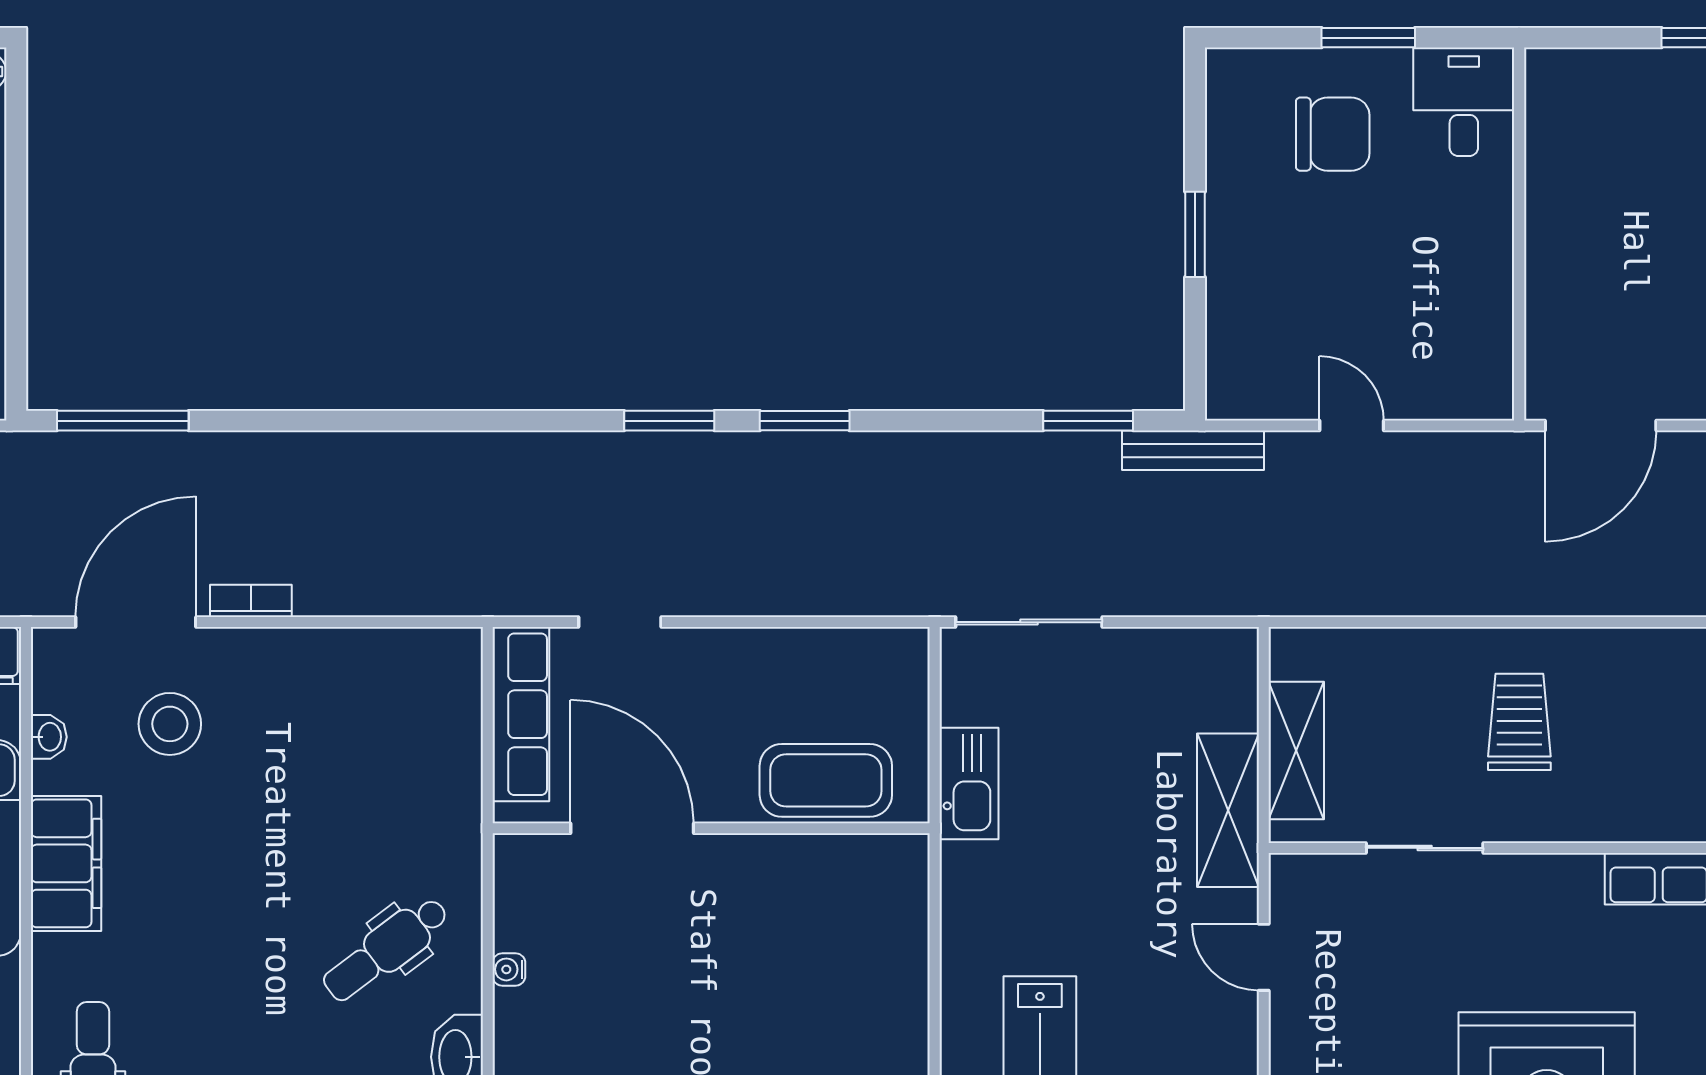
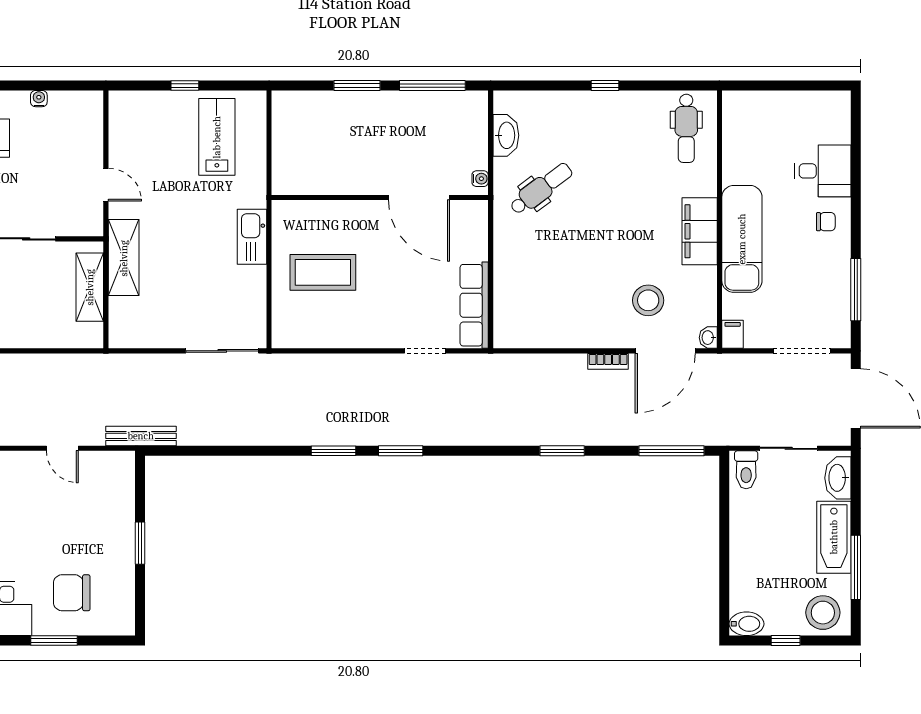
window: (1088, 421) -> (562, 451), moved
washbasin: (49, 737) -> (708, 338), moved
kitchen sink: (969, 784) -> (252, 237), moved
door: (632, 828) -> (419, 197), moved
wall: (711, 828) -> (380, 197), moved

